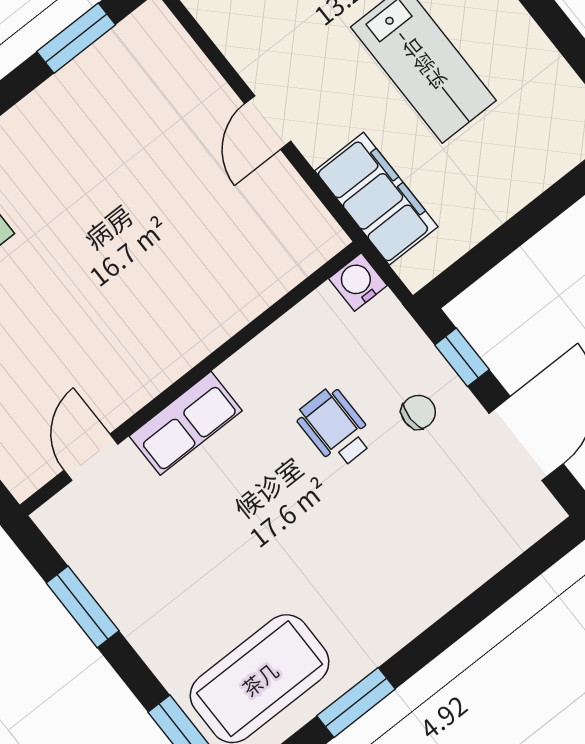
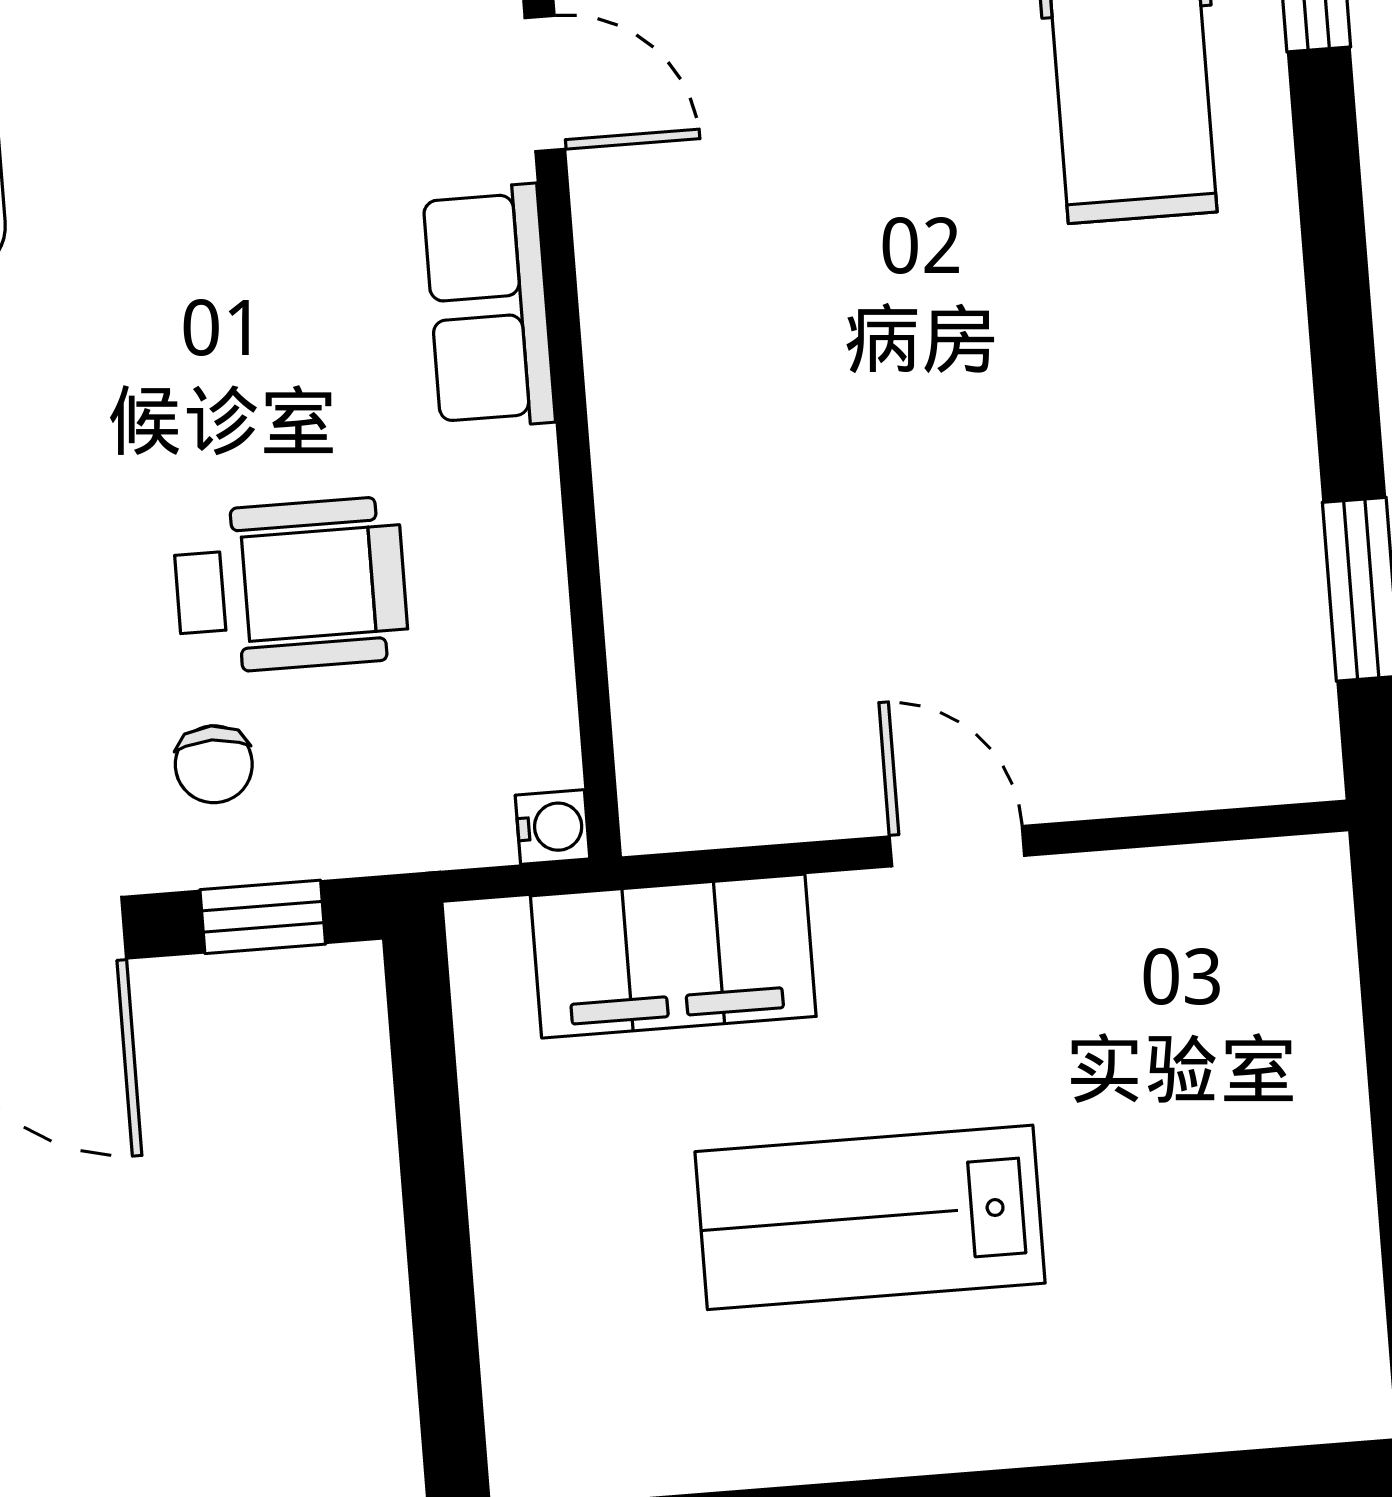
water cooler: (358, 282) -> (553, 827), width x0.72, depth x0.72
wheelchair: (335, 428) -> (291, 586), width x1.36, depth x1.37

